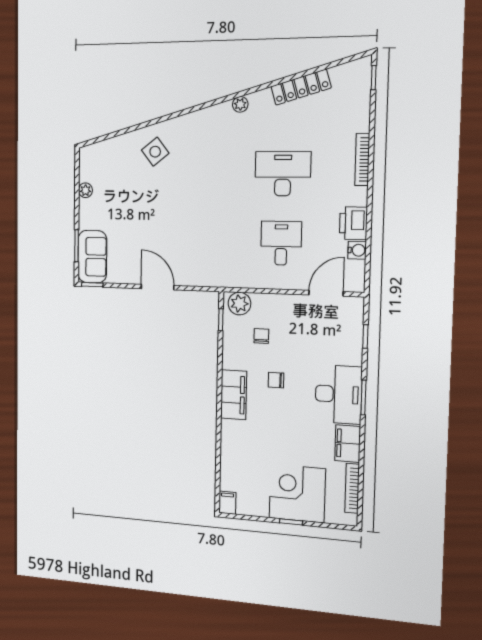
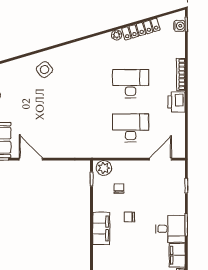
plant: (240, 104) -> (117, 35), moved
printer: (353, 223) -> (177, 102), moved
desk: (281, 243) -> (131, 128), width x1.37
water cooler: (357, 250) -> (179, 26), moved
door: (158, 287) -> (31, 159), moved
desk: (338, 394) -> (170, 229), width x0.73

